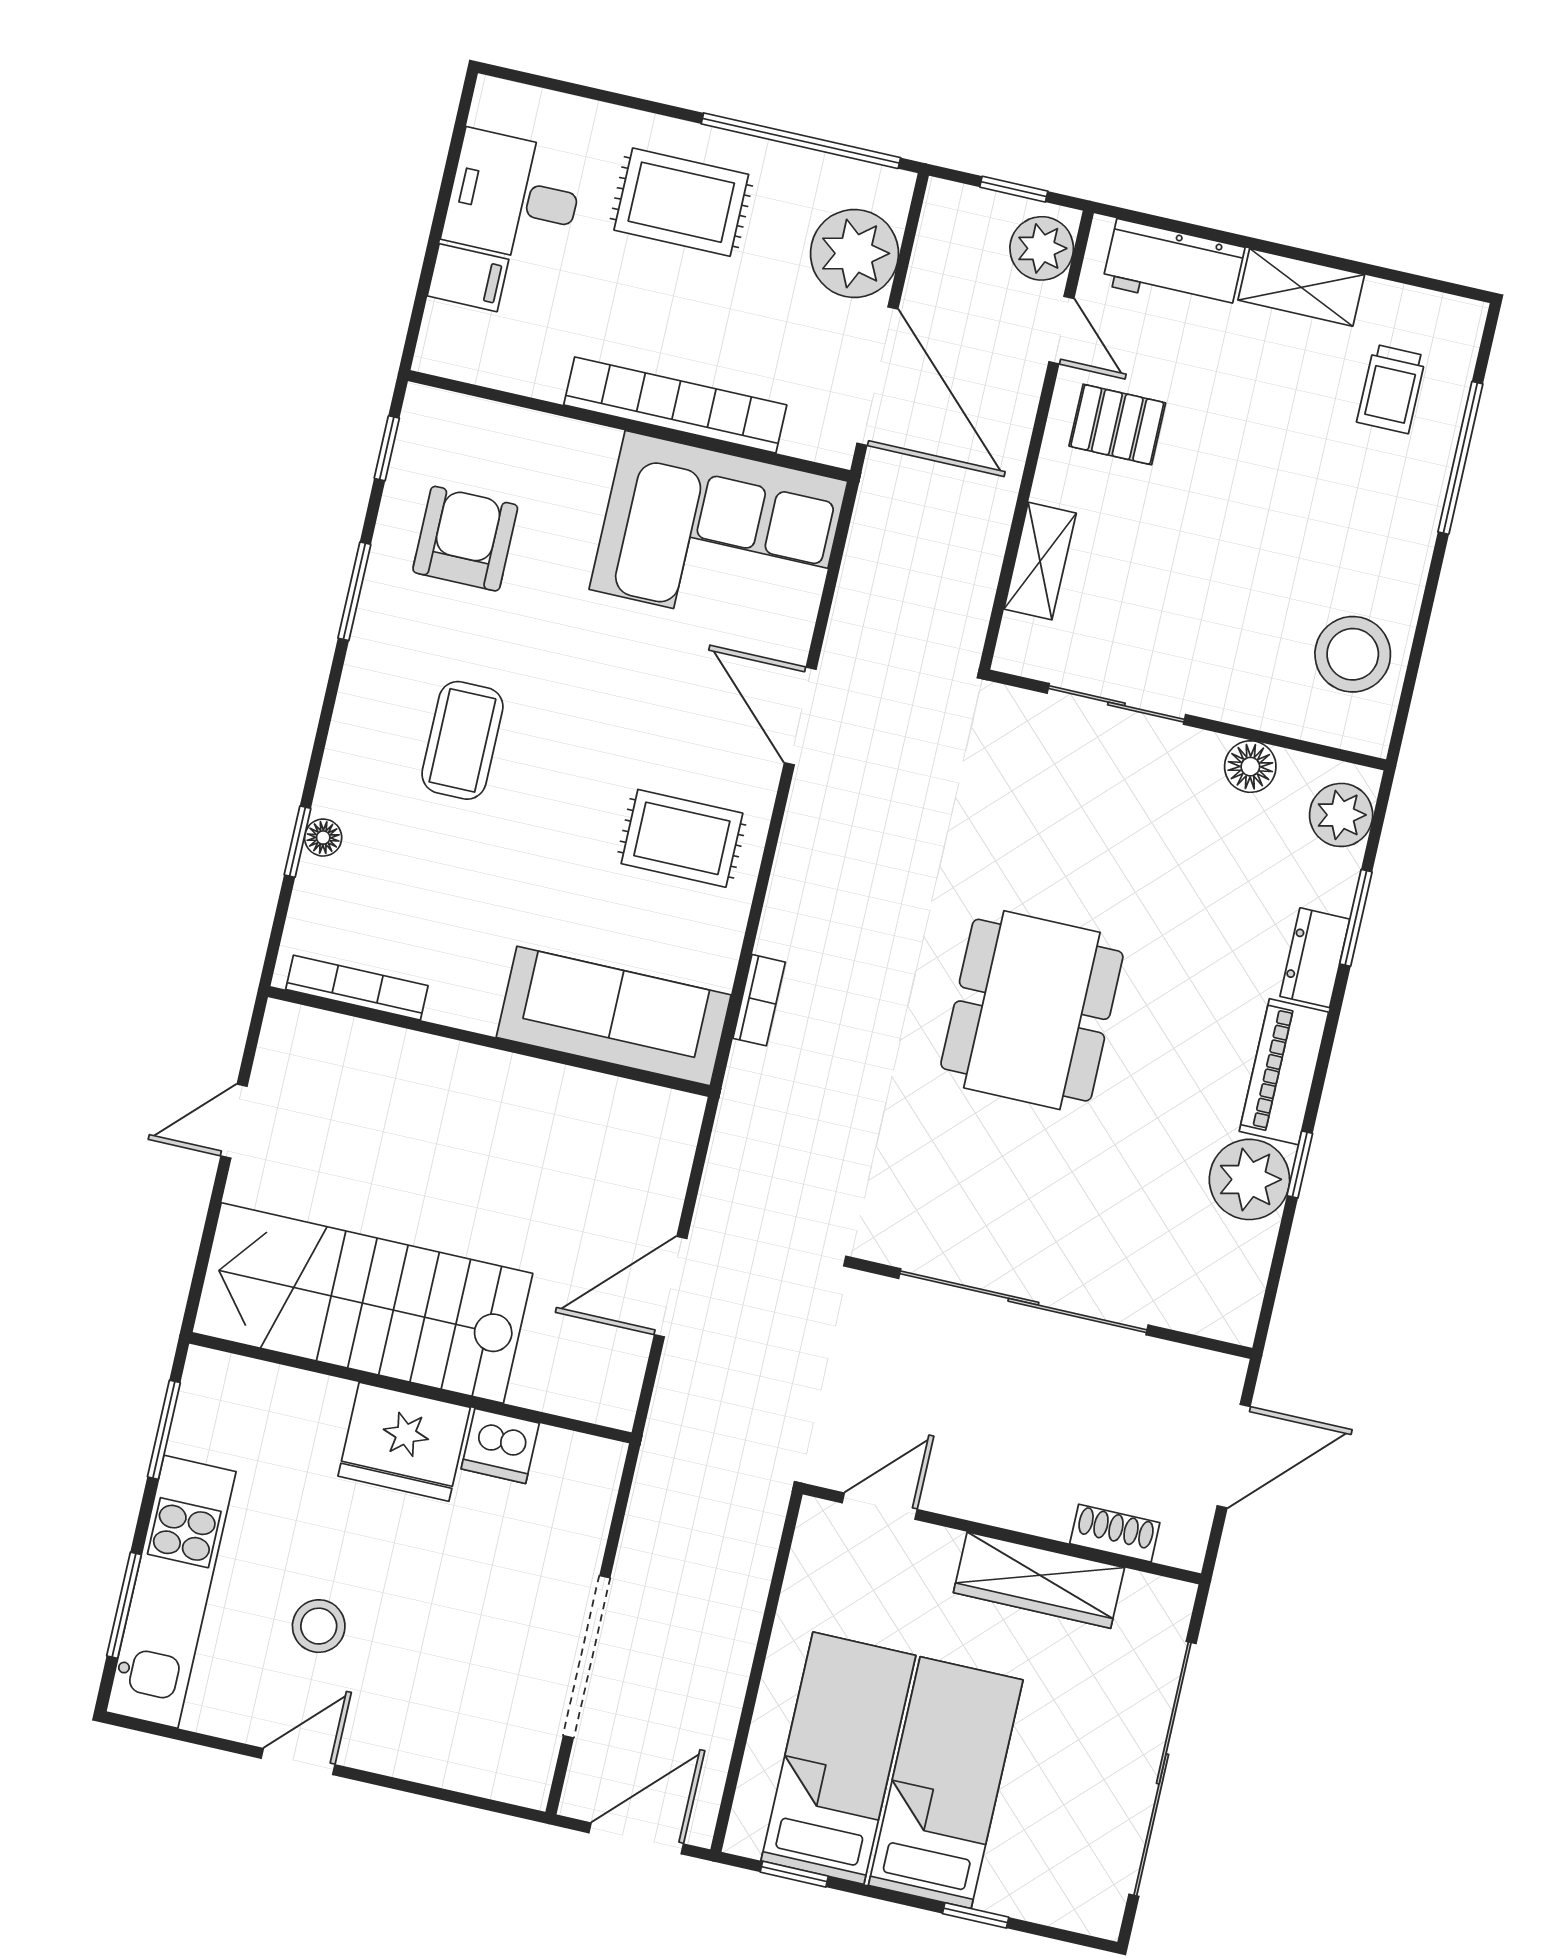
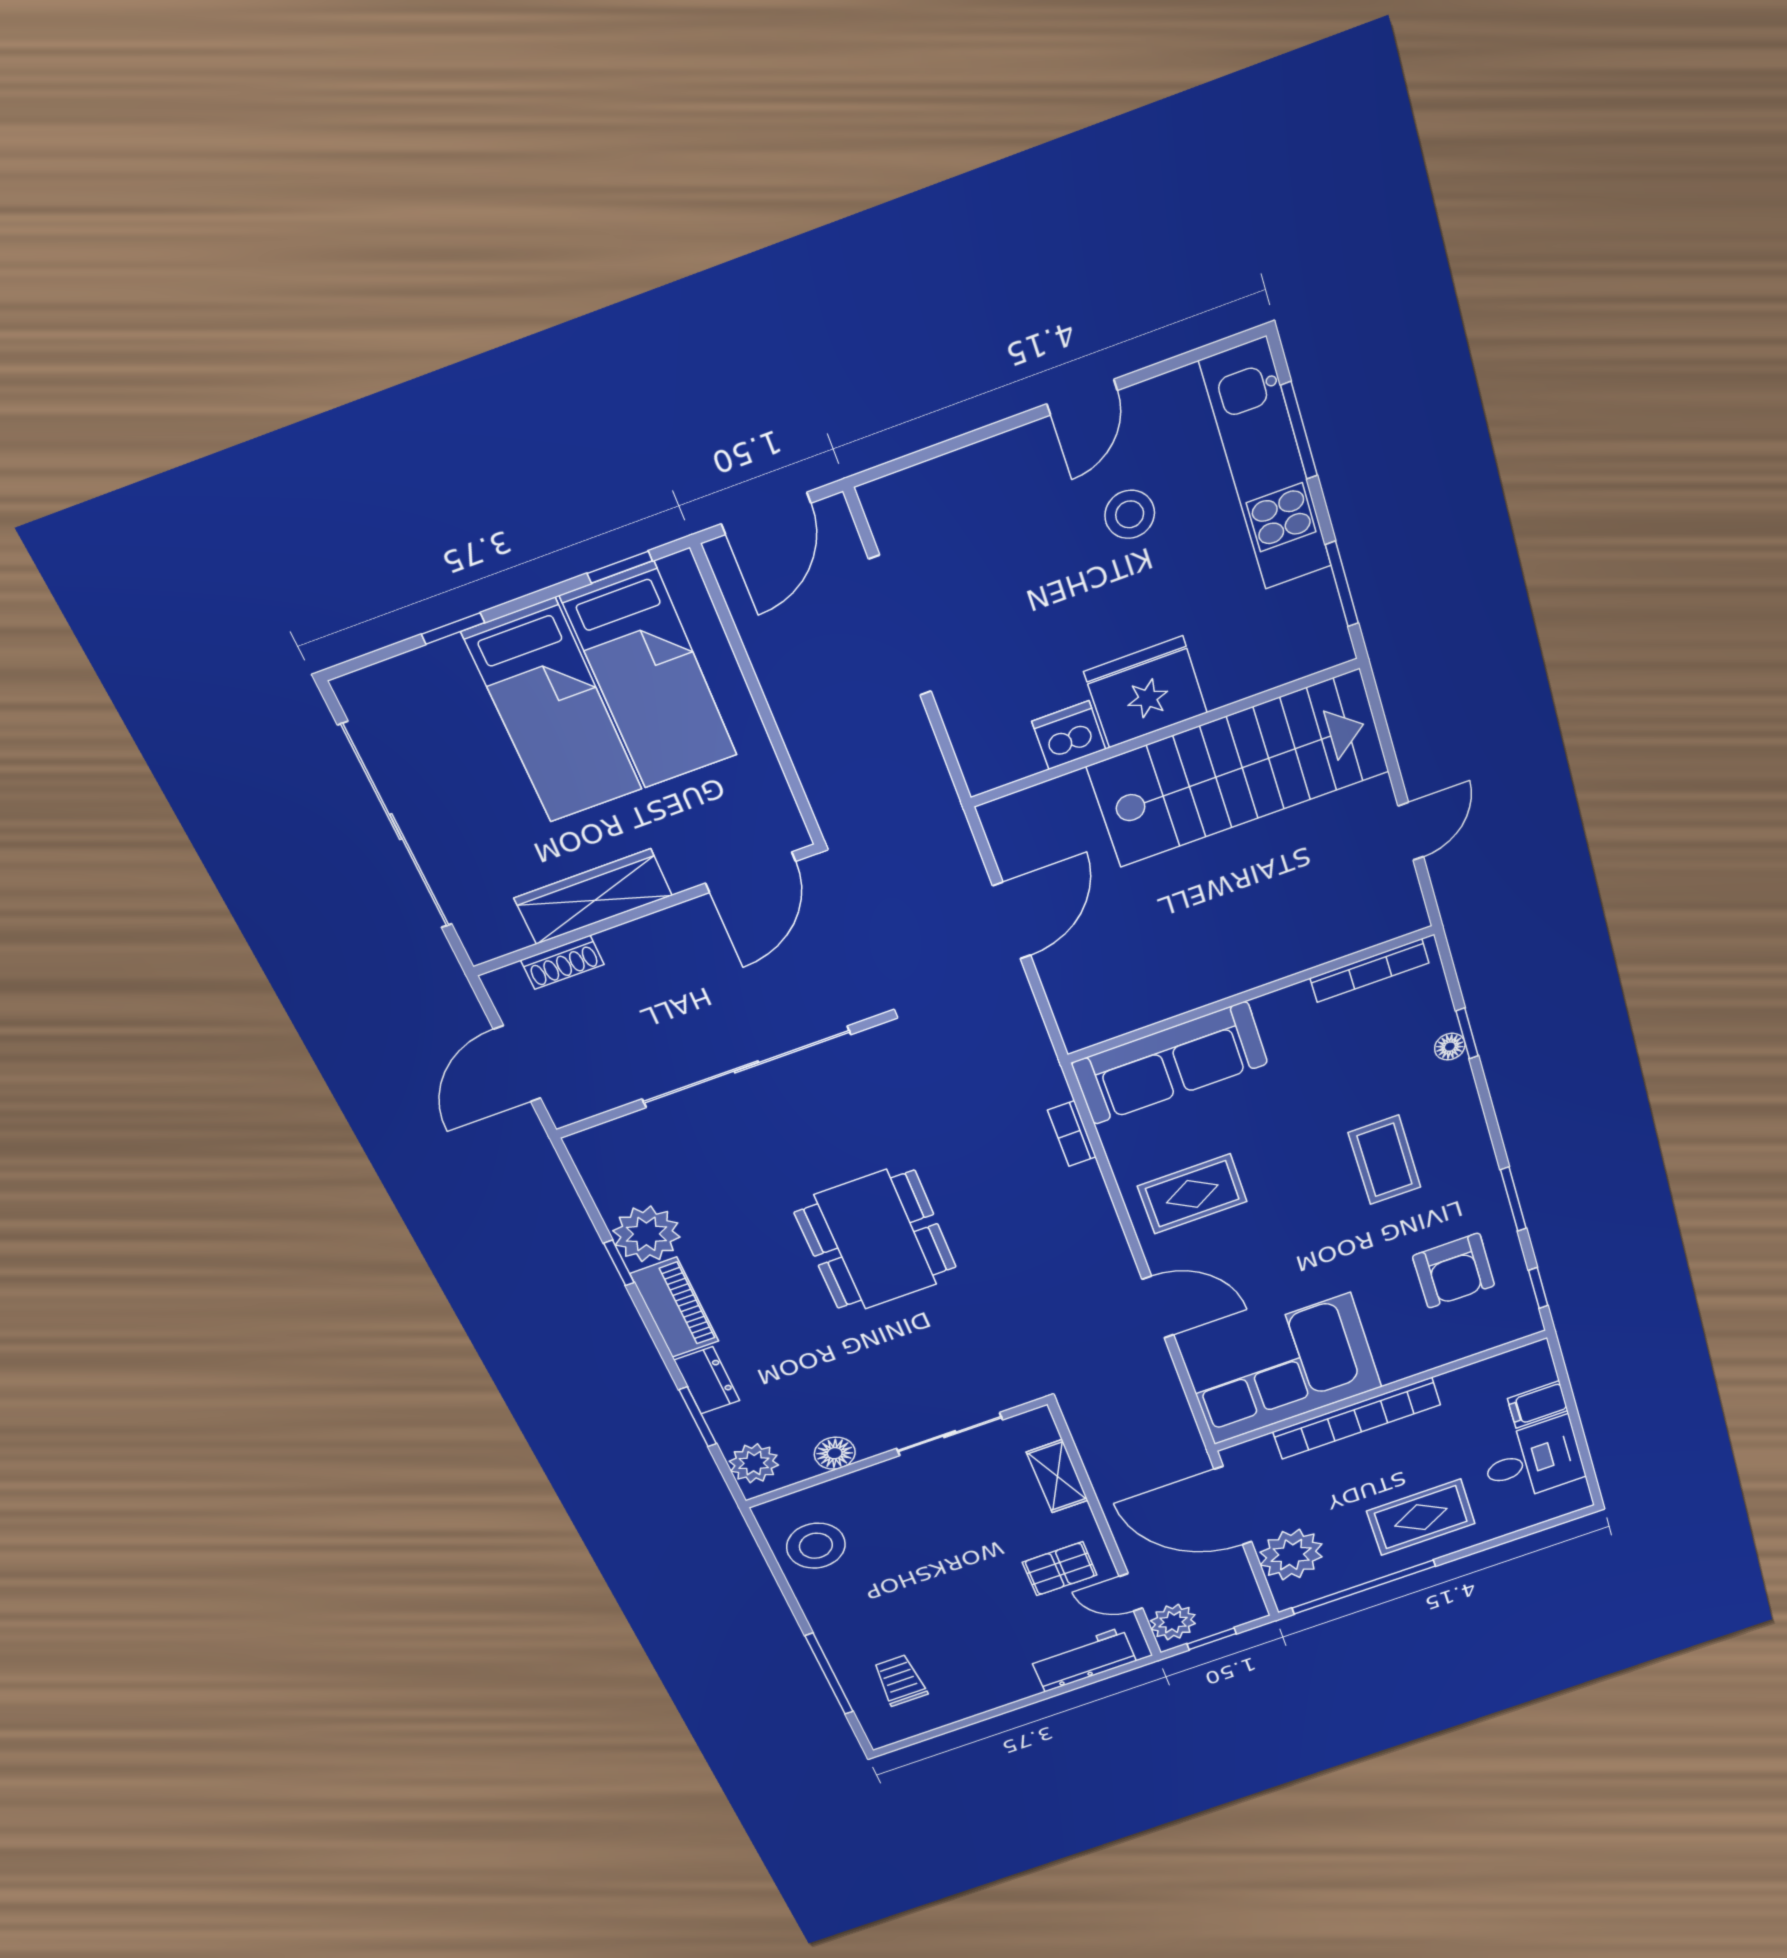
shelving: (1301, 287) -> (996, 1694), removed
door: (880, 1506) -> (751, 872), width x1.38

